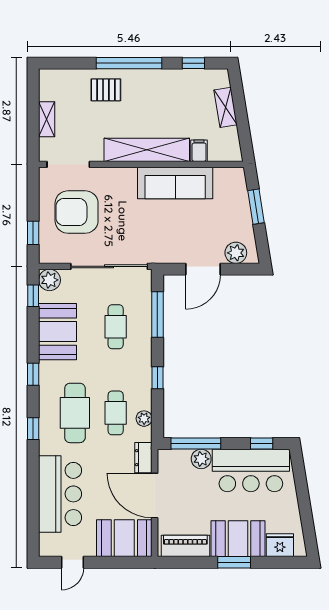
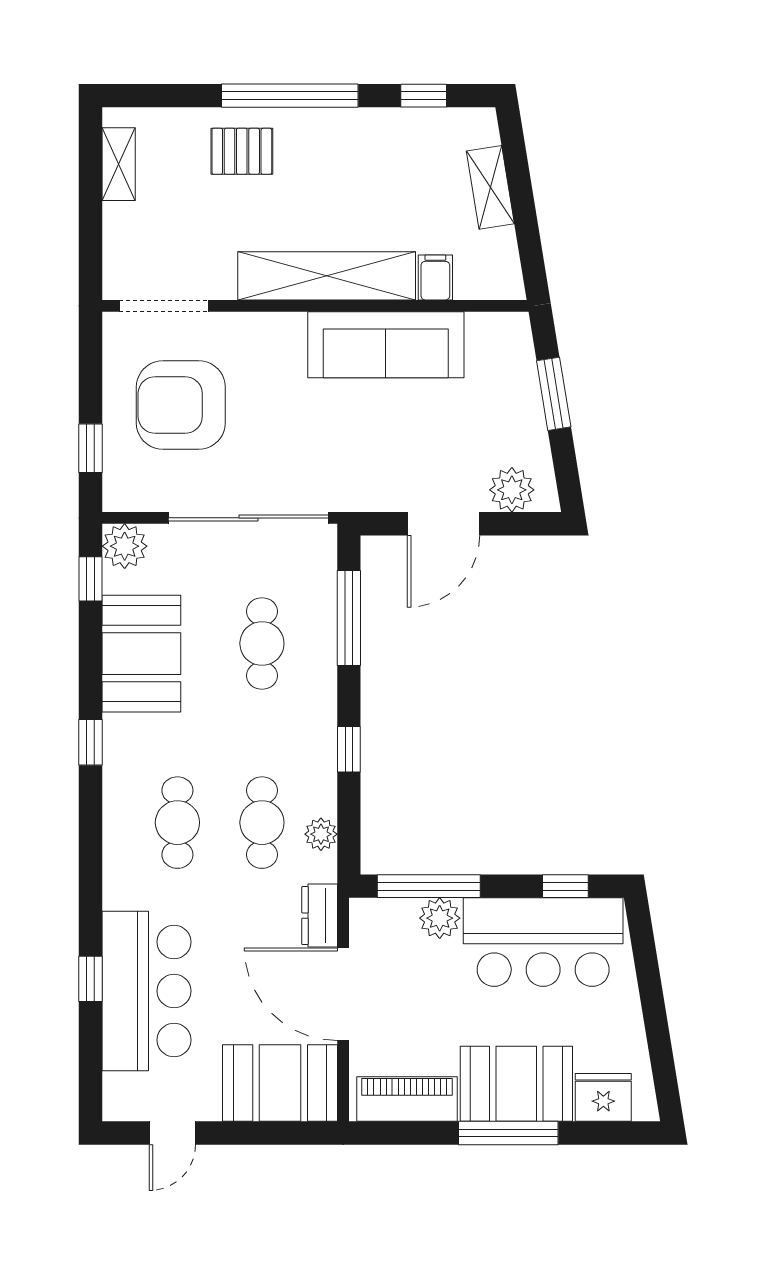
shelving: (47, 119) -> (119, 164), moved
cafe table: (75, 413) -> (177, 823), width x0.73, depth x0.74
window: (33, 429) -> (91, 979), moved
window: (234, 562) -> (508, 1133), width x1.44

